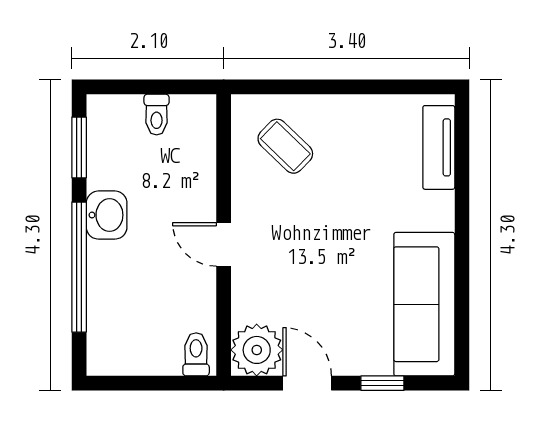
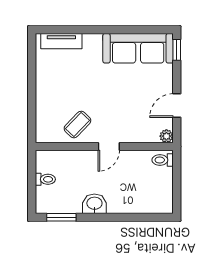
coffee table: (285, 146) -> (77, 125), moved
window: (79, 267) -> (120, 217), removed
plant: (257, 350) -> (166, 136), width x0.53, depth x0.53
window: (382, 383) -> (177, 50), moved

